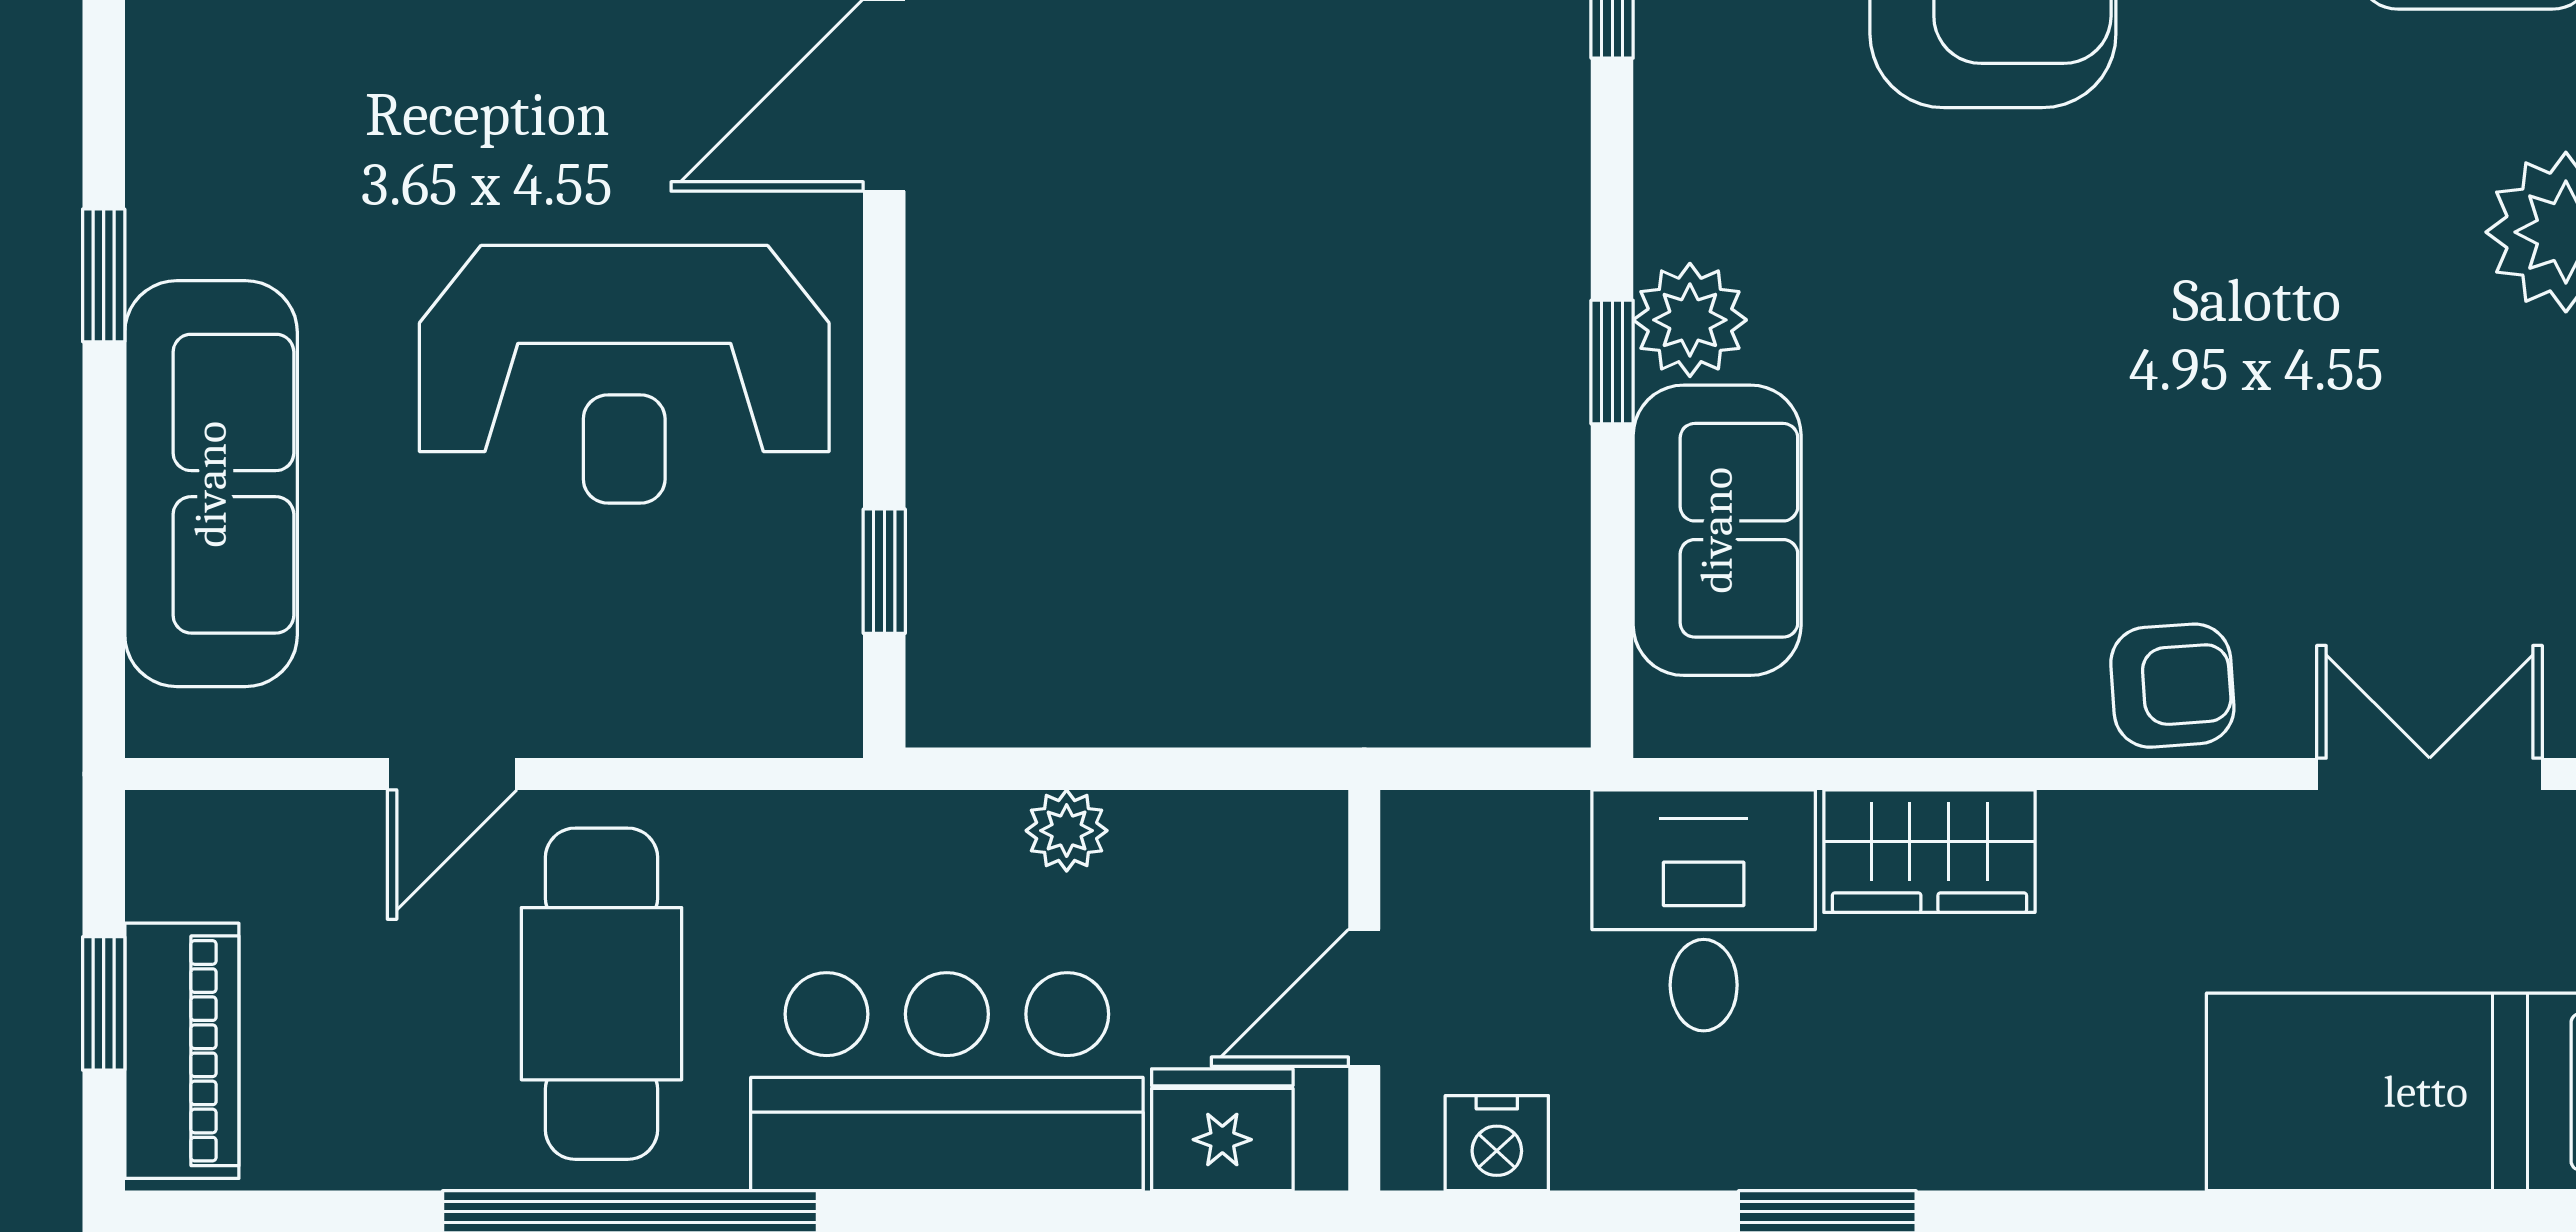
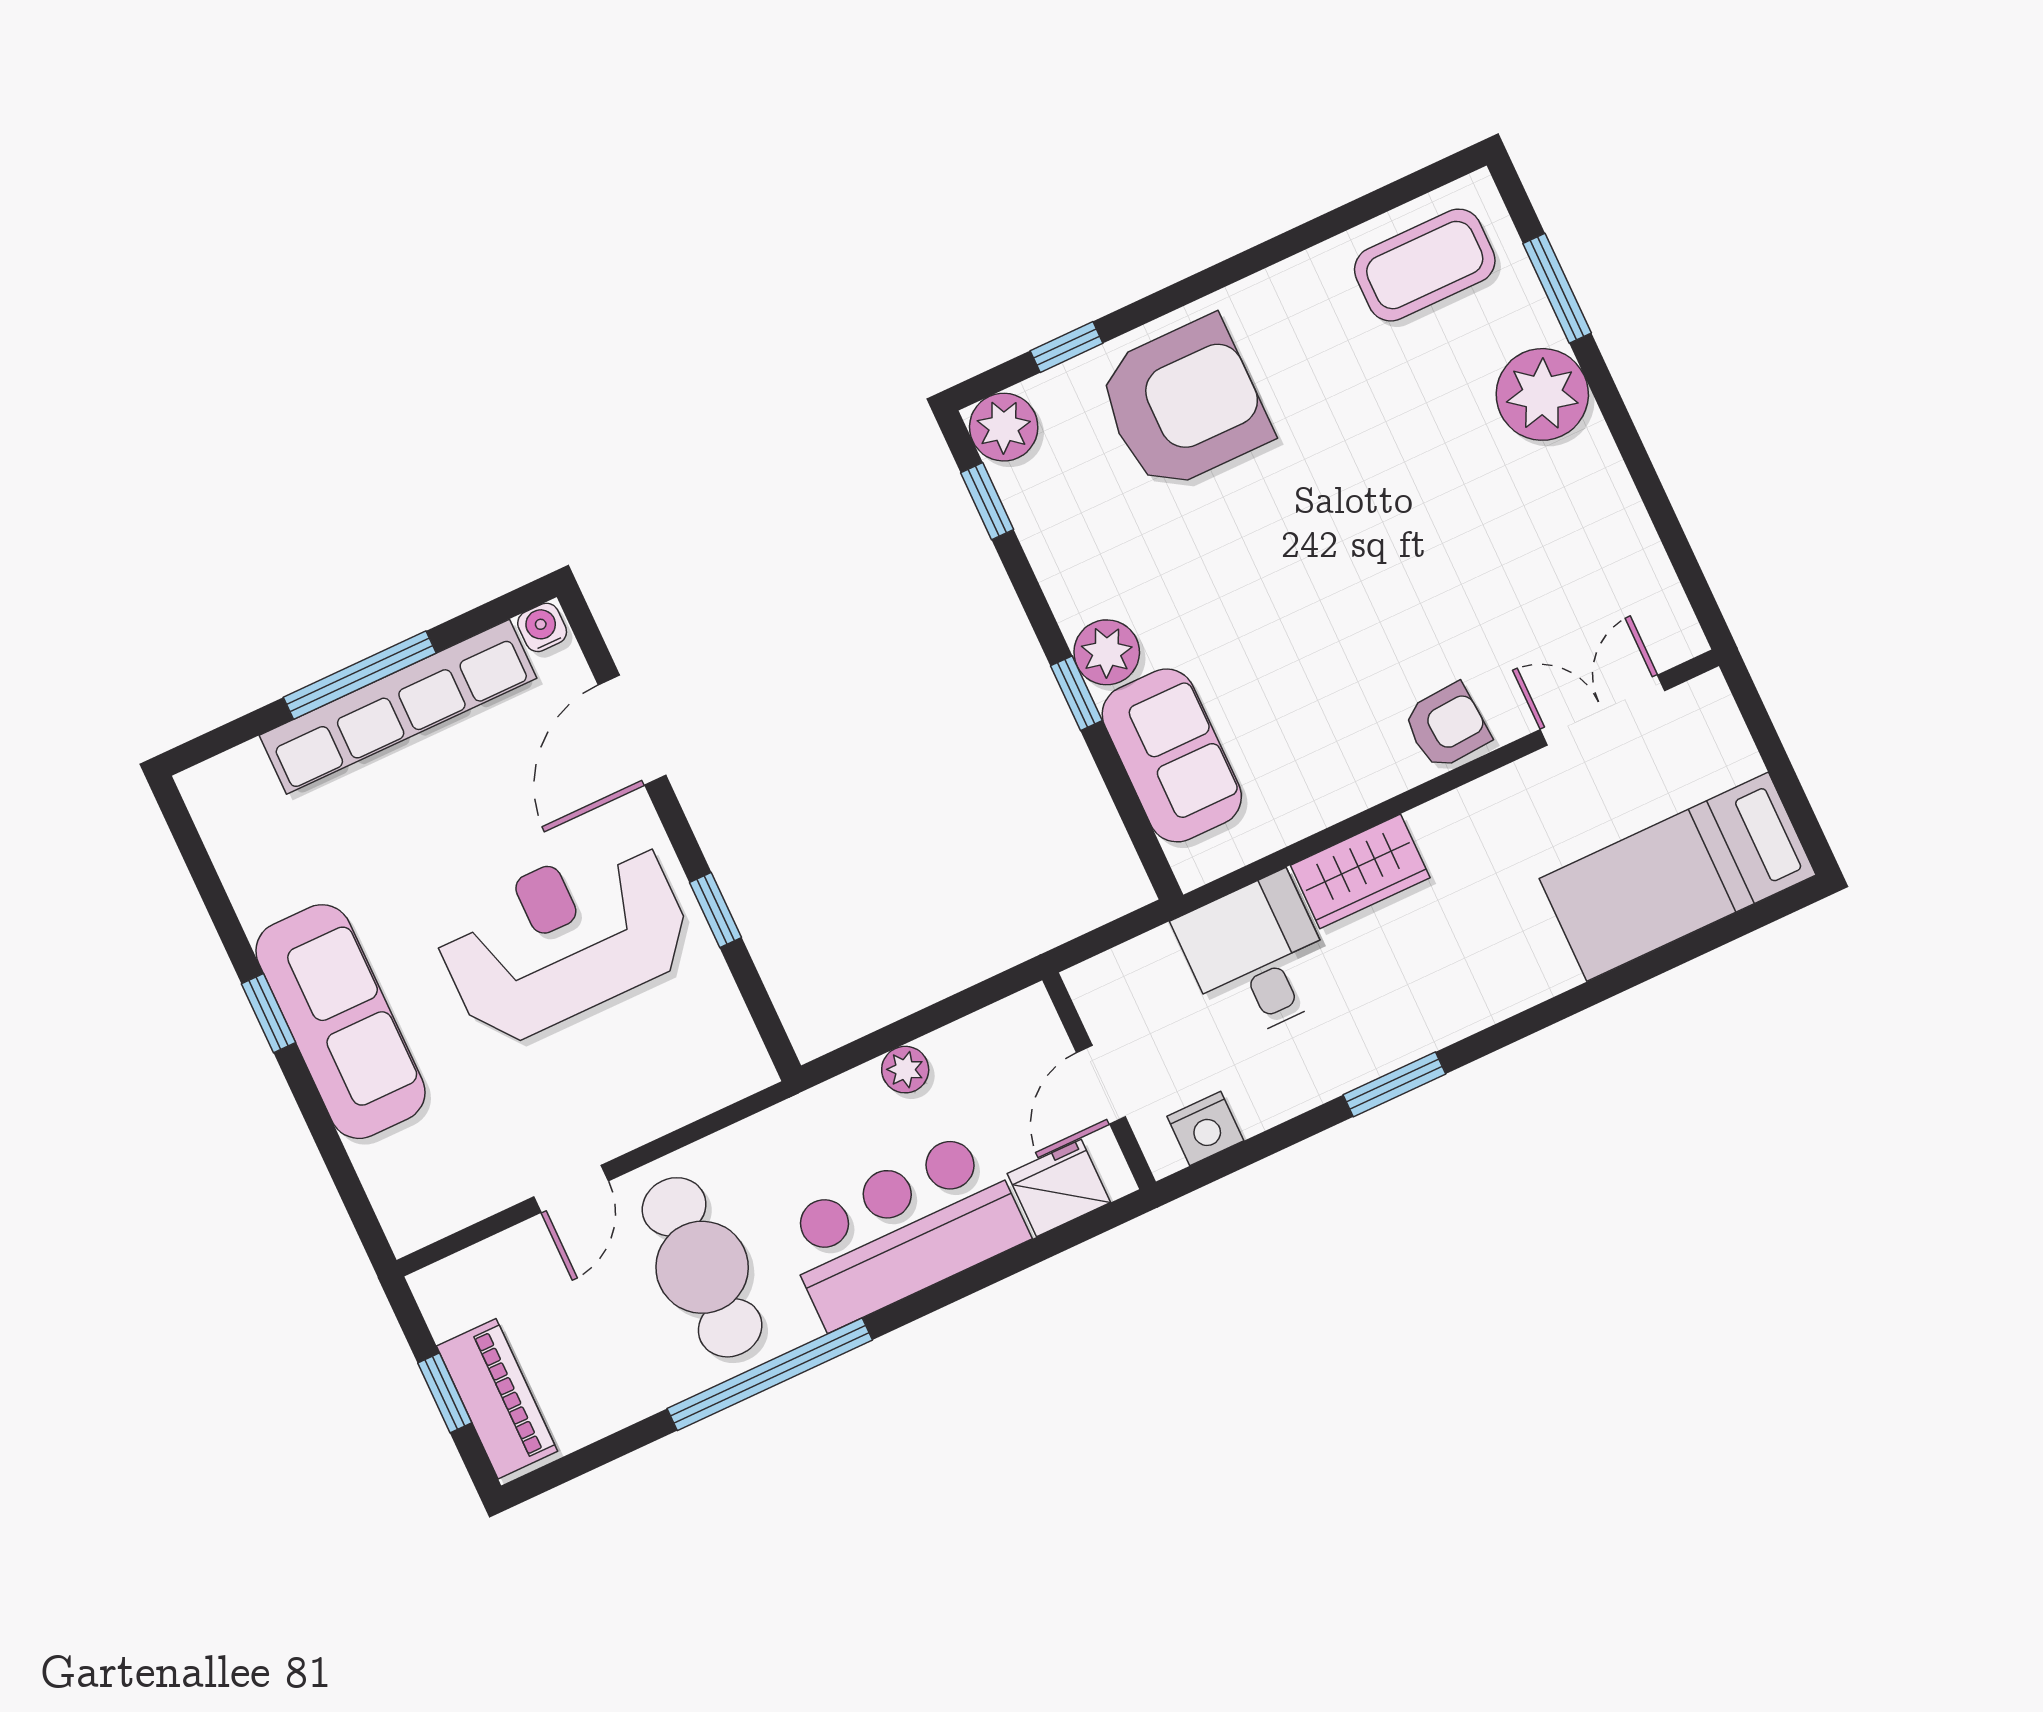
reception desk: (624, 374) -> (564, 939), turned 180
sofa: (211, 484) -> (340, 1022), moved
window: (884, 571) -> (716, 910), moved

